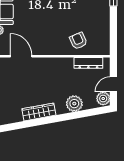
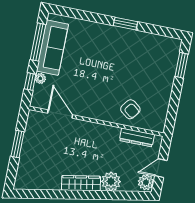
armchair: (78, 41) -> (130, 109), turned 151
wardrobe: (39, 112) -> (81, 183), moved

